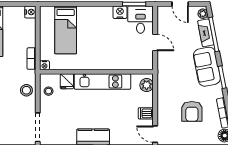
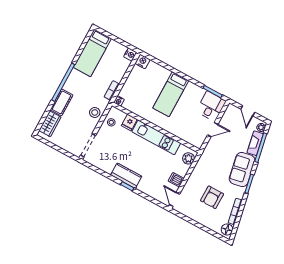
nightstand: (120, 12) -> (142, 61), moved
bed: (66, 30) -> (171, 94), moved
door: (155, 43) -> (213, 130), hinge flipped

